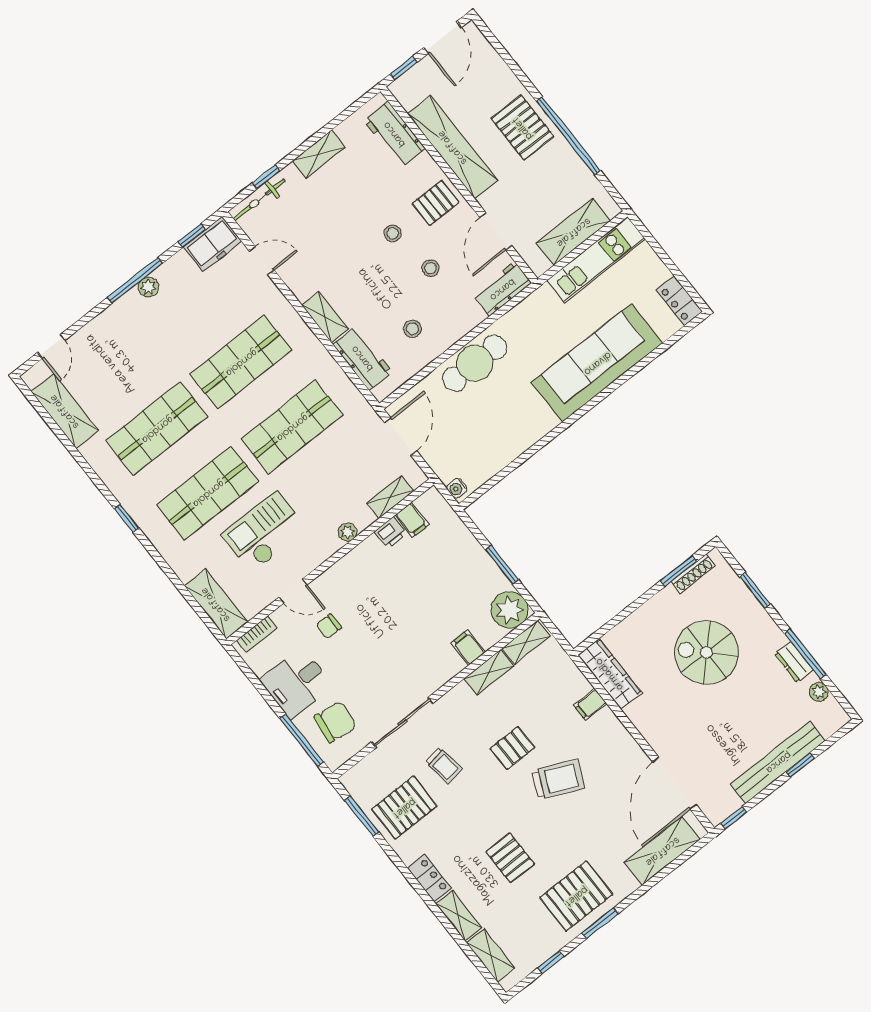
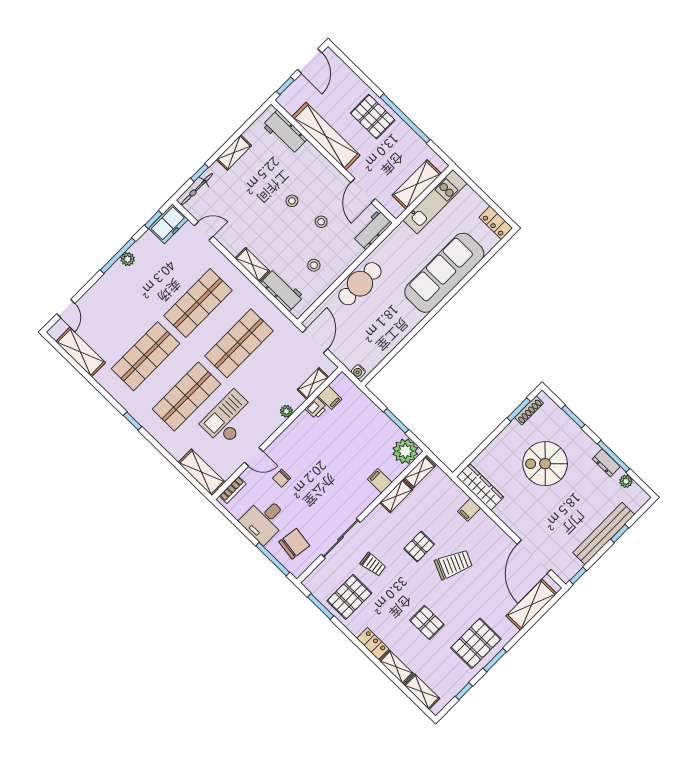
pallet: (436, 203) -> (319, 176), removed

